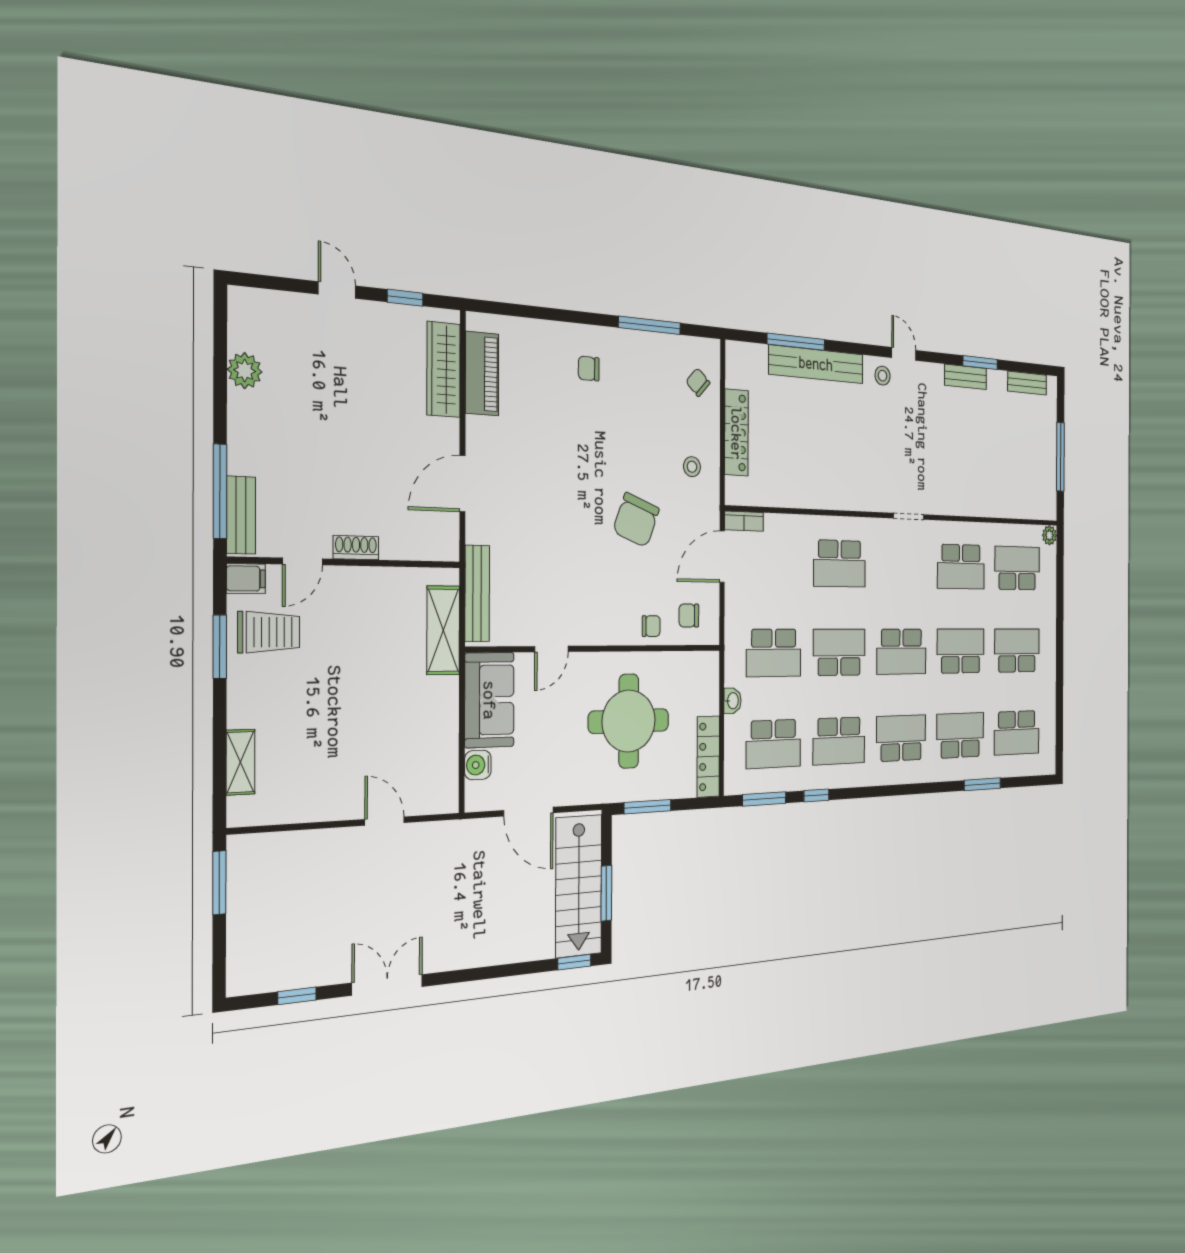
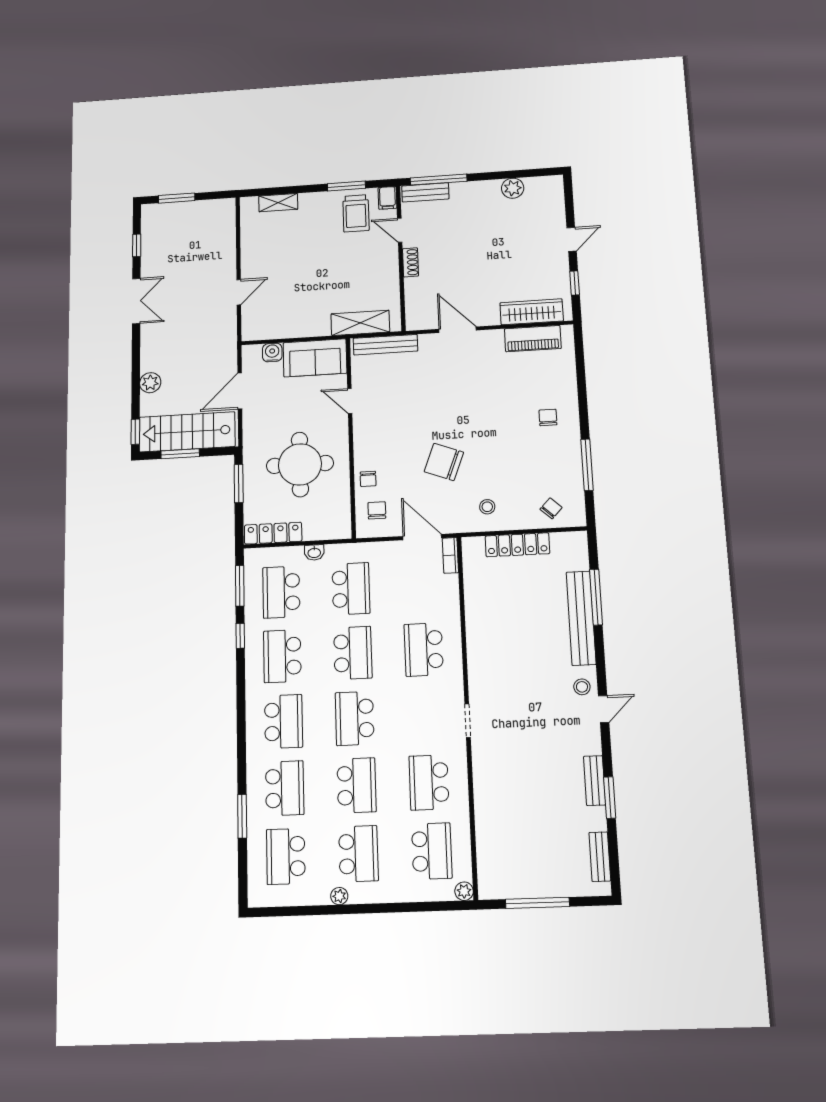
school desk: (774, 653) -> (351, 589), turned 180
plant: (1049, 673) -> (339, 896), added
window: (219, 883) -> (177, 198), moved
plant: (509, 948) -> (150, 383), added

